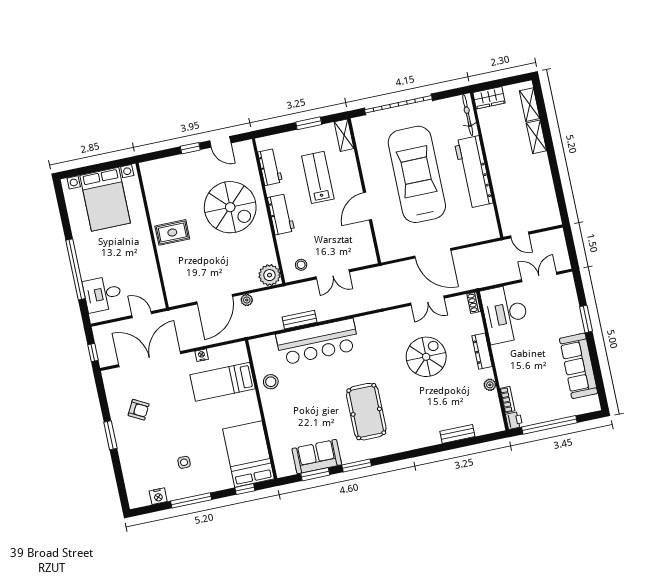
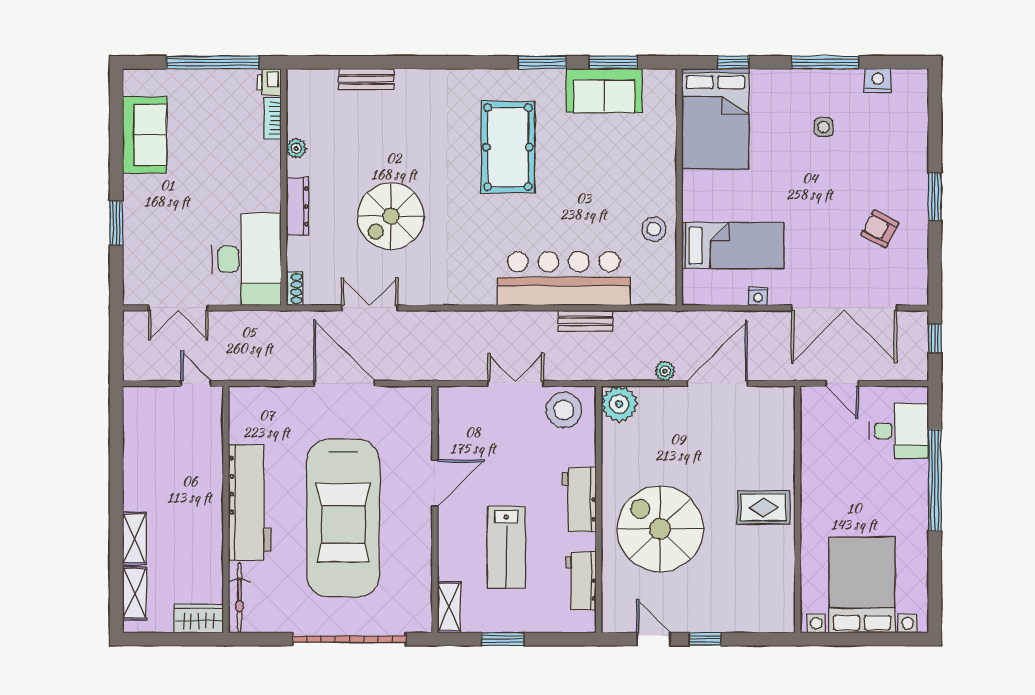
stool: (301, 265) -> (564, 410), width x1.89, depth x1.89
sofa: (579, 366) -> (145, 135), width x0.73

